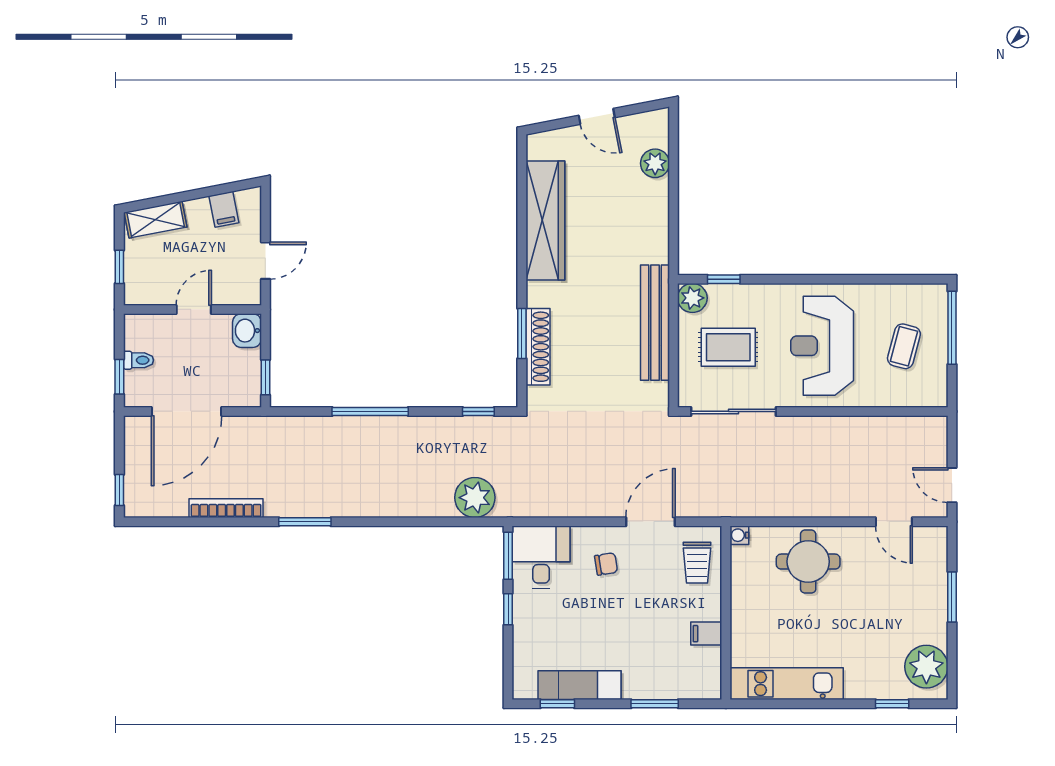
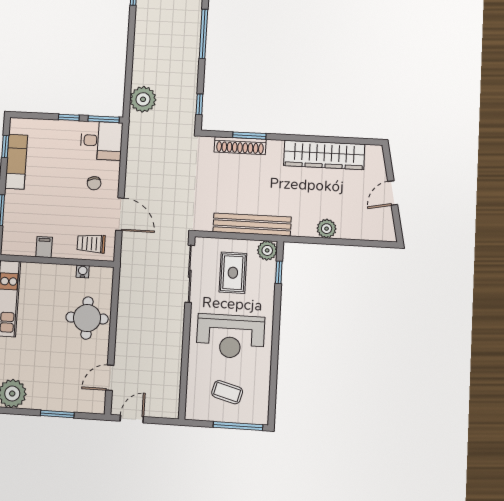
plant: (655, 163) -> (327, 229), moved
reception desk: (822, 346) -> (230, 336), turned 180
water cooler: (739, 535) -> (83, 271), moved

